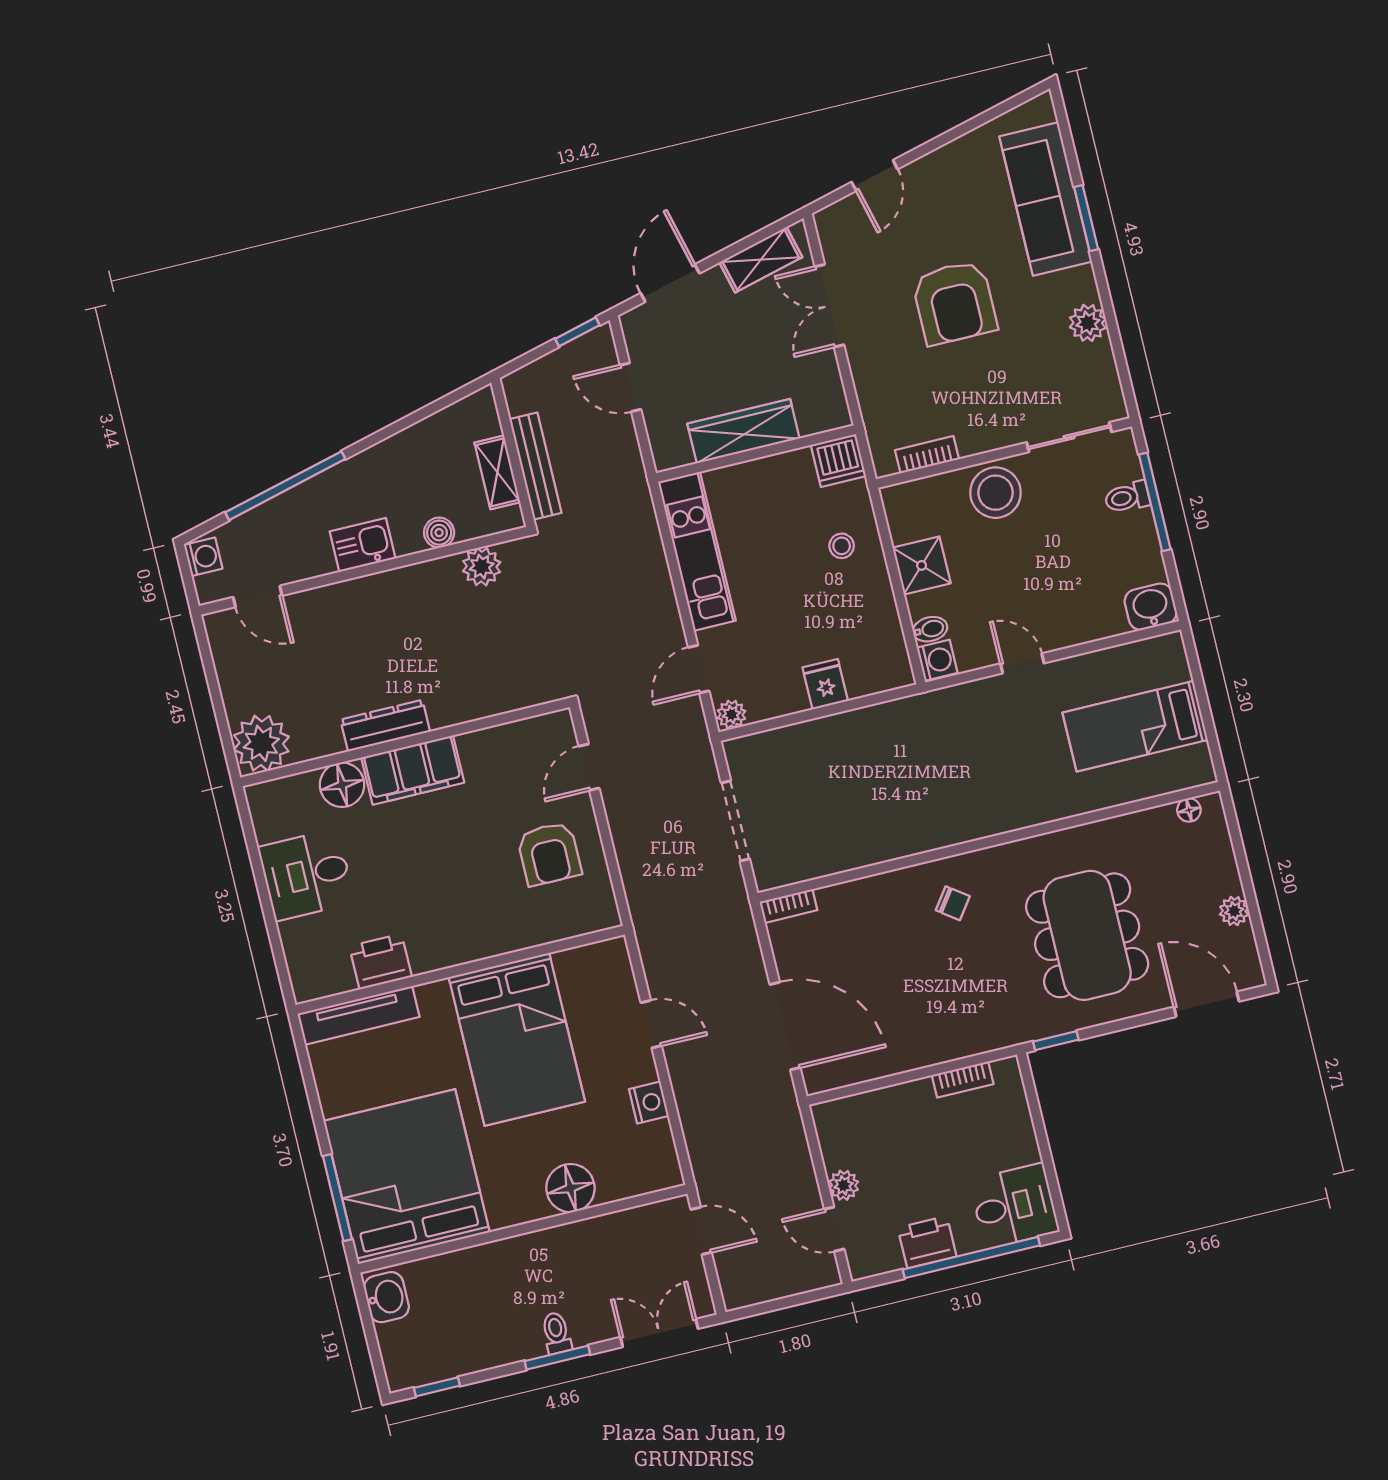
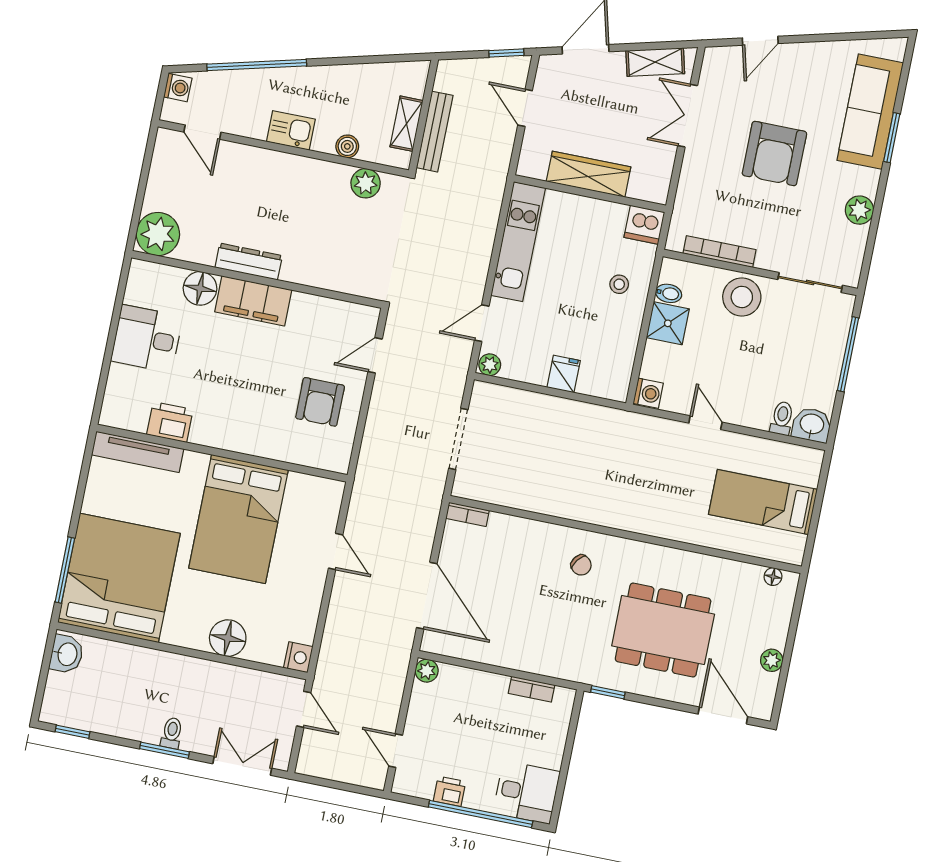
bookcase: (927, 455) -> (720, 252), width x1.56
toilet: (1127, 497) -> (782, 418), moved, turned 90
bidet: (930, 629) -> (669, 293), moved
dining table: (1087, 935) -> (663, 630), turned 90
nightstand: (649, 1103) -> (298, 657), moved
plant: (844, 1185) -> (427, 671), moved
printer: (927, 1242) -> (449, 791), width x0.73, depth x0.81

